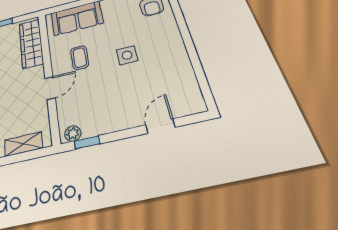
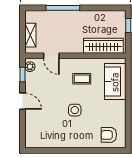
door: (50, 88) -> (51, 56), moved
door: (160, 126) -> (22, 101), moved

